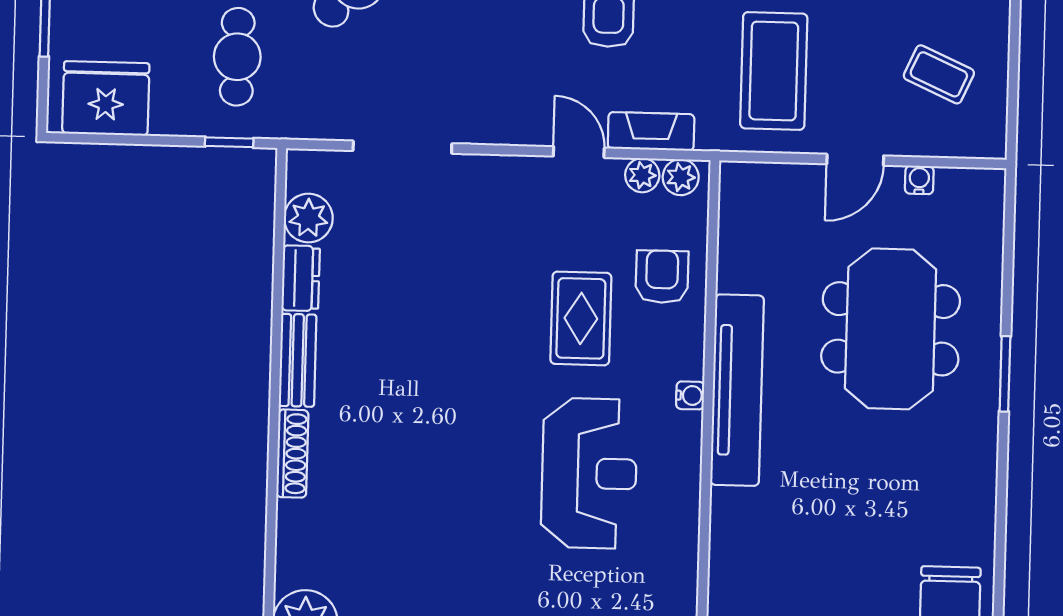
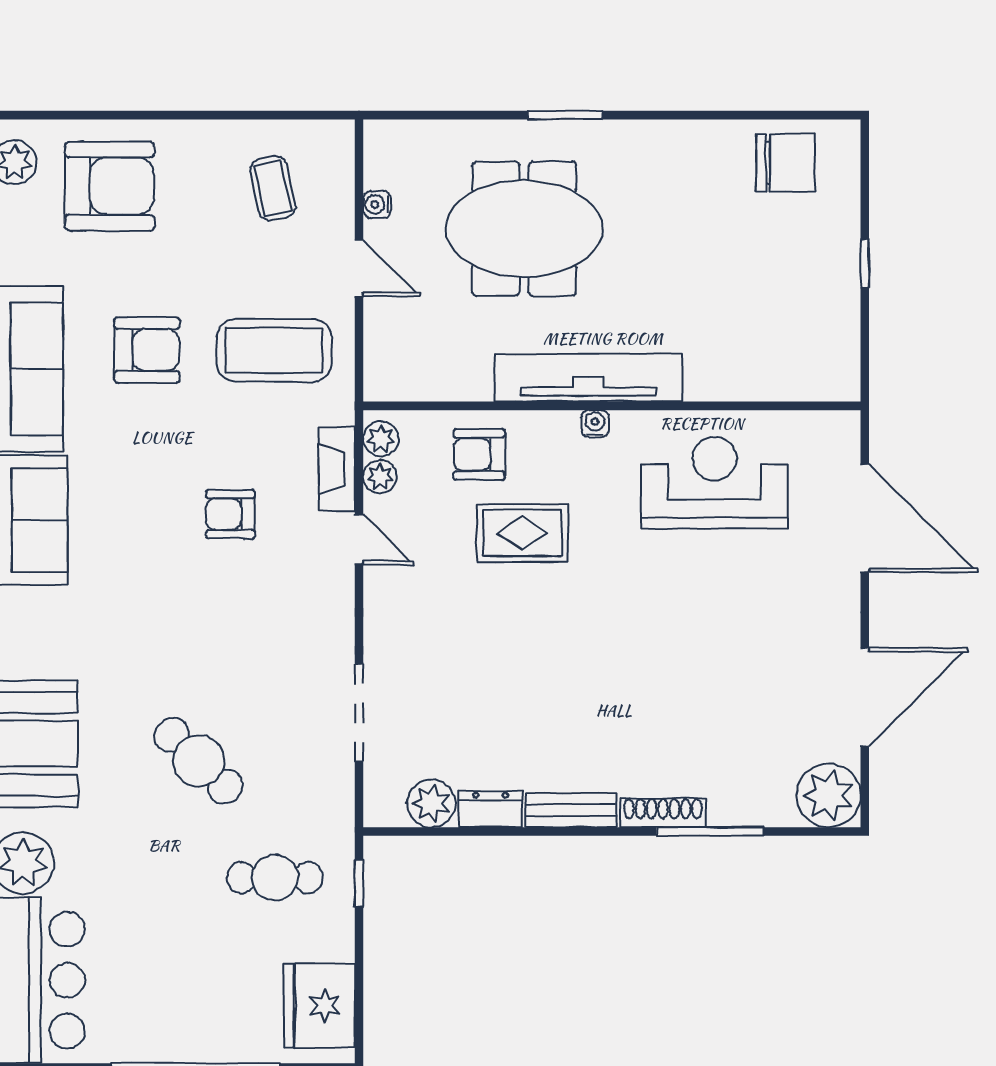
coffee table: (939, 74) -> (273, 188), turned -36
door: (579, 152) -> (359, 540), swing flipped
reception desk: (589, 473) -> (714, 483), moved
window: (272, 501) -> (710, 831), added

